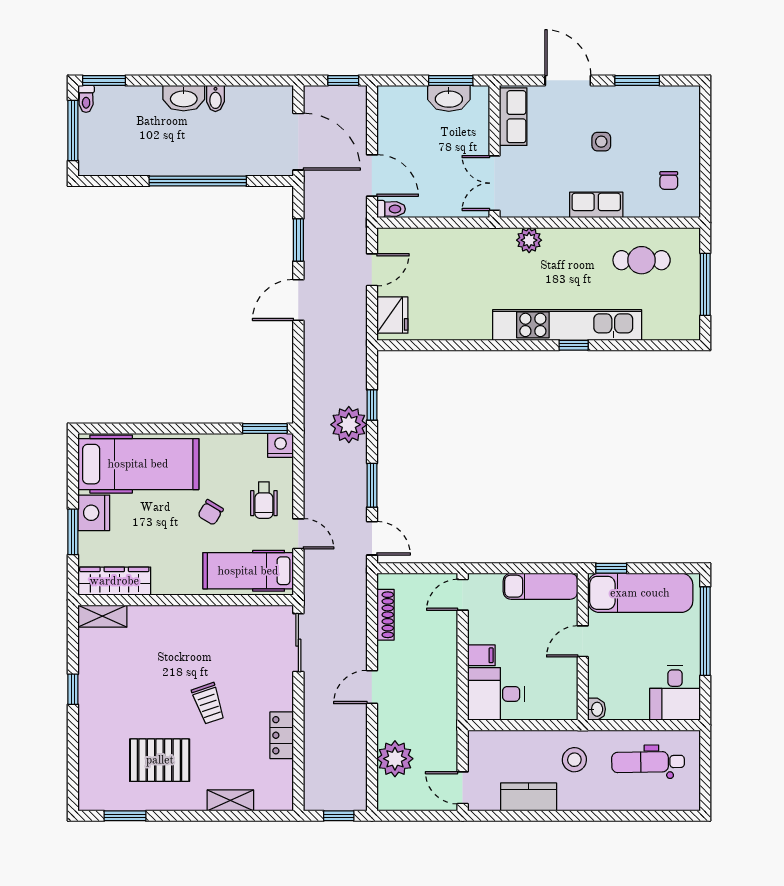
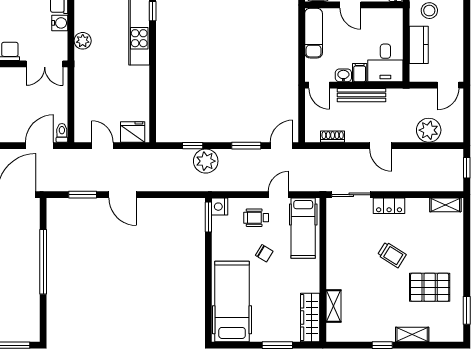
water cooler: (556, 206) -> (60, 23), added
wheelchair: (264, 500) -> (256, 218), turned 180
nightstand: (94, 513) -> (265, 331), removed
shoe rack: (385, 615) -> (333, 137), width x0.70
shelving: (102, 616) -> (333, 306), moved
washbasin: (477, 631) -> (343, 75), added
bench: (448, 658) -> (362, 95), added
trolley: (208, 703) -> (392, 255), turned 51
shelving: (89, 734) -> (412, 334), added
locker: (282, 735) -> (389, 206), moved
pallet: (160, 760) -> (430, 287), turned 90
kitchen counter: (529, 797) -> (419, 45), moved, turned 180
shelving: (230, 800) -> (445, 205), moved, turned 90

